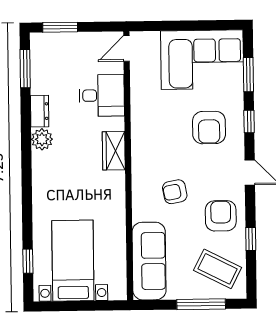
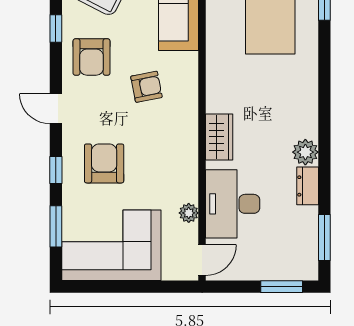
plant: (138, 87) -> (189, 213), added
desk: (102, 95) -> (233, 204), width x1.37

